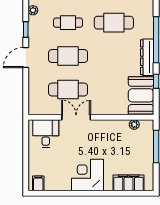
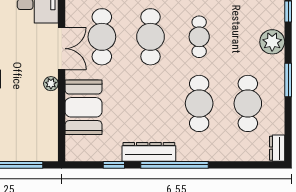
booth: (141, 95) -> (83, 107), moved, turned 90
plant: (134, 125) -> (51, 84), moved

